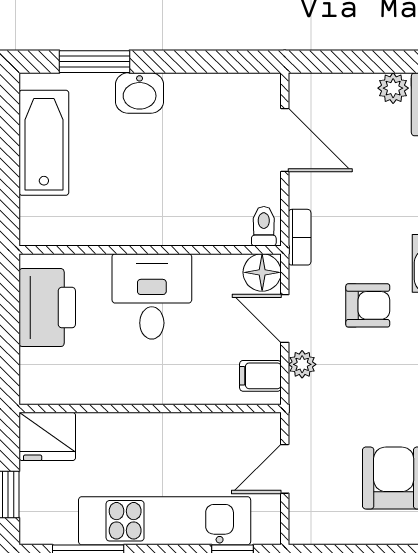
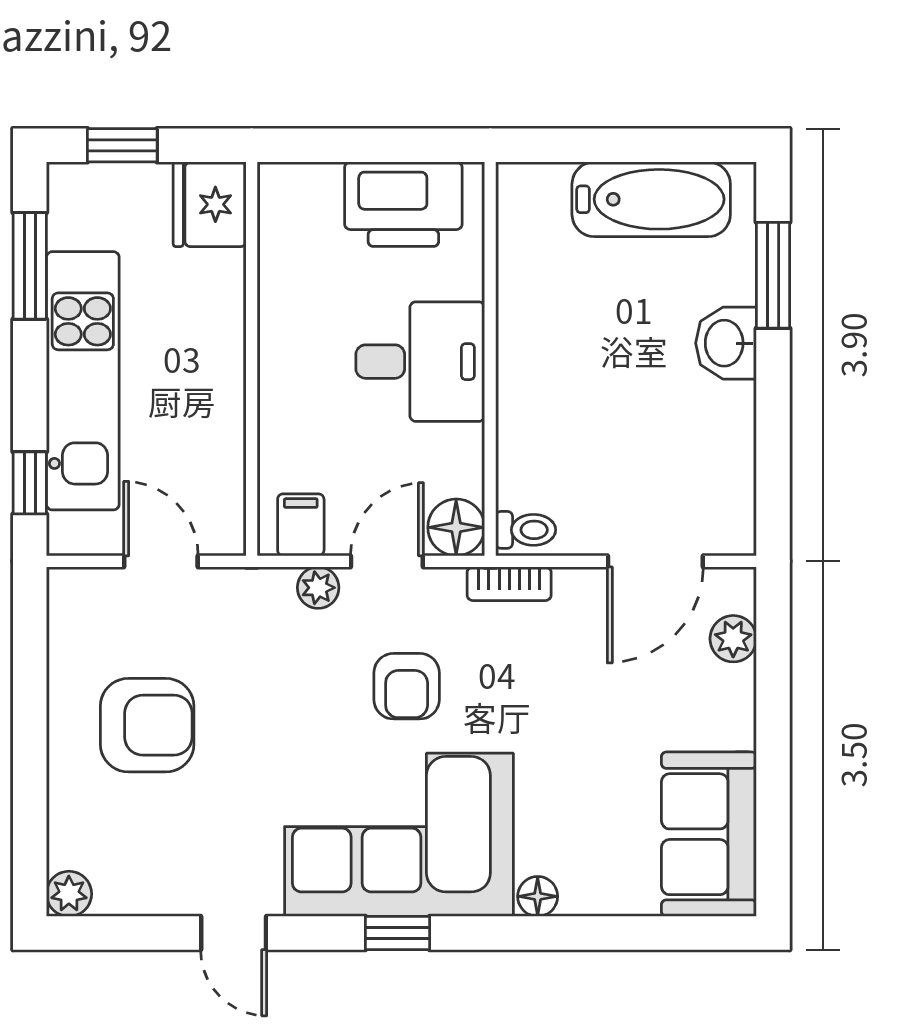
plant: (393, 88) -> (733, 639), moved

